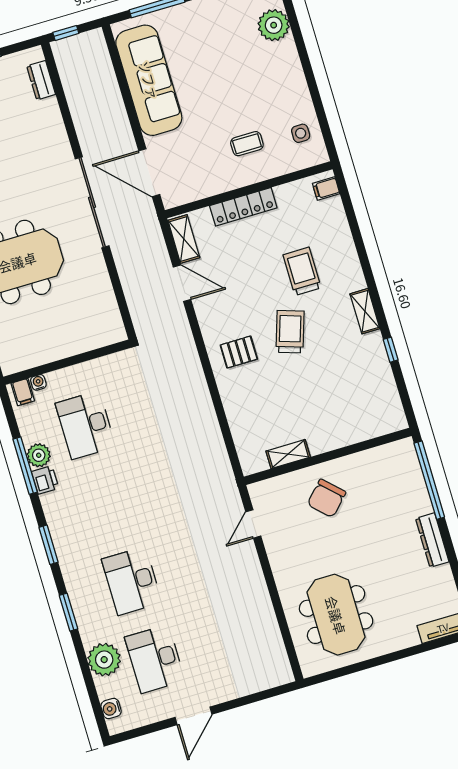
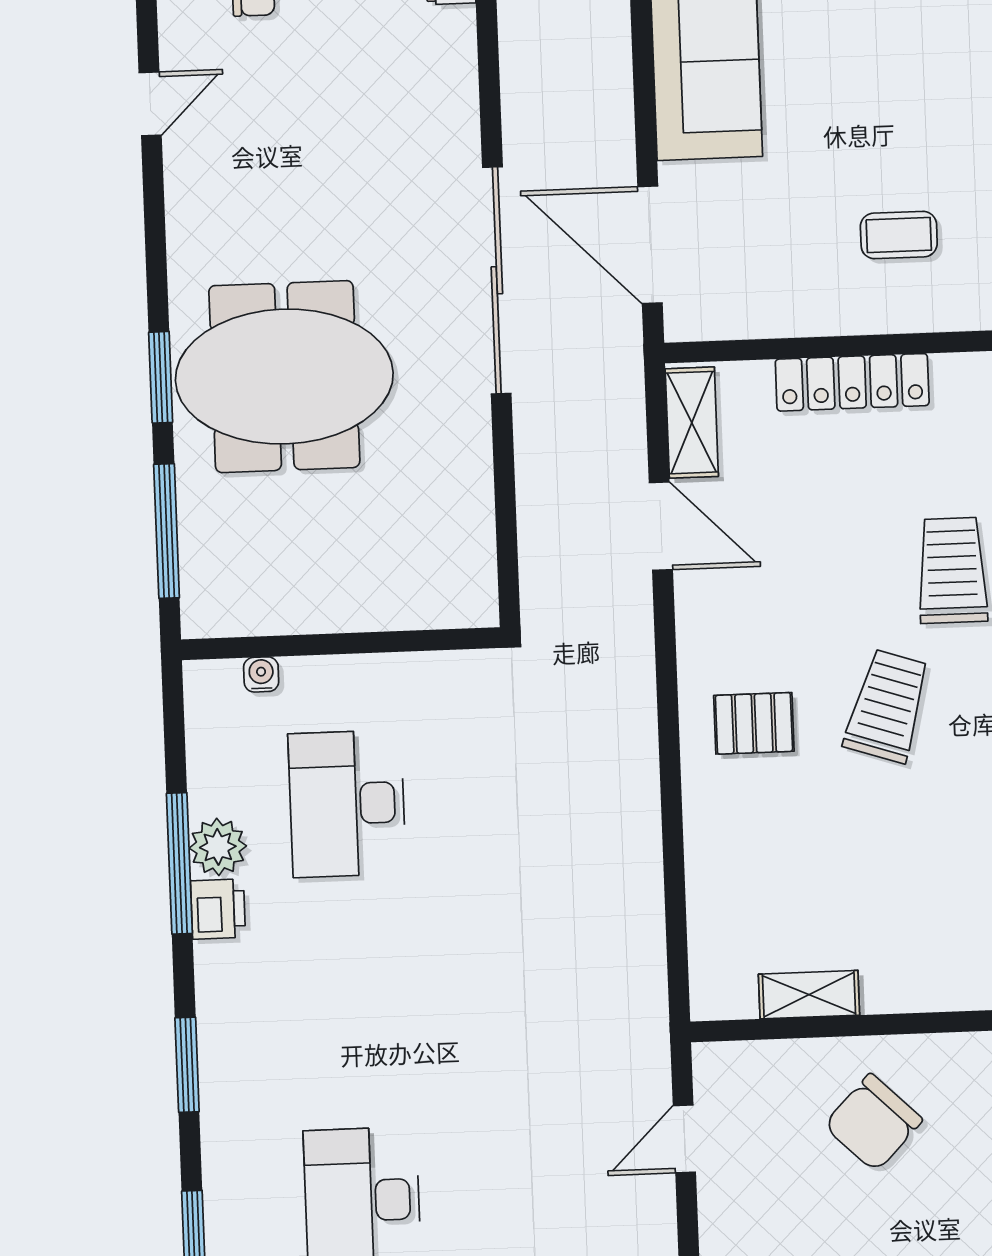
filing cabinet: (23, 392) -> (218, 688), removed

